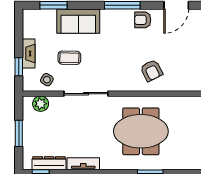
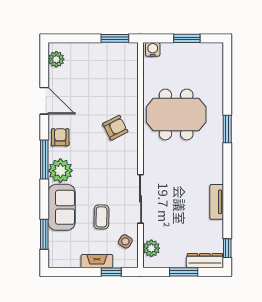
plant: (112, 20) -> (60, 171), added
armchair: (143, 20) -> (60, 137), turned 180
meeting table: (141, 131) -> (176, 114), moved, turned 90
dresser: (49, 163) -> (205, 261), moved, turned 90

